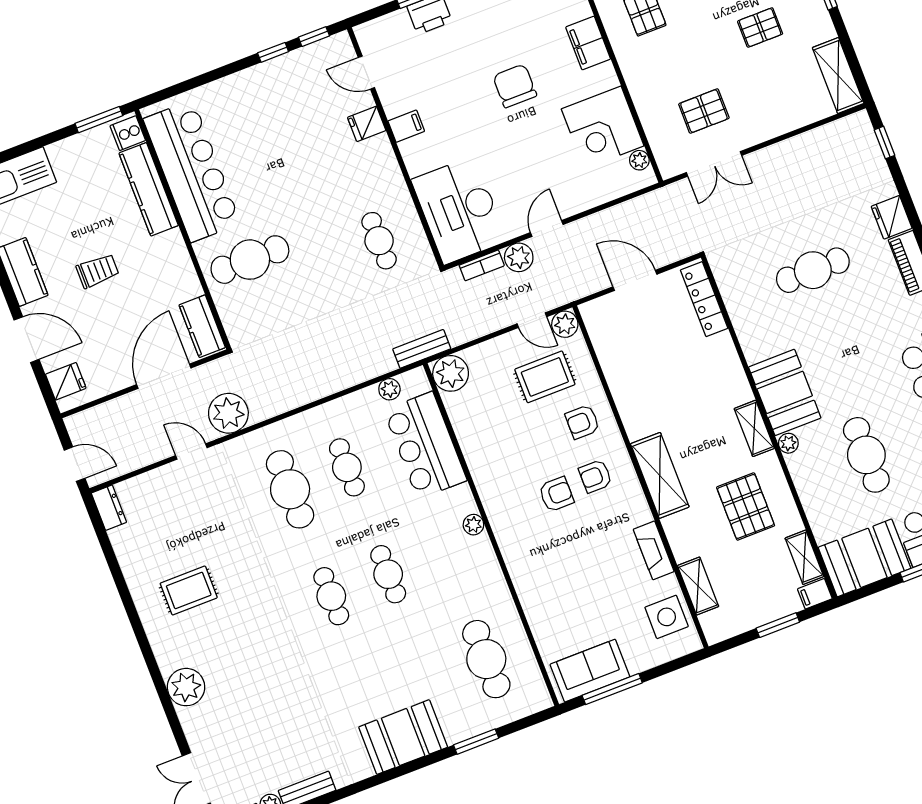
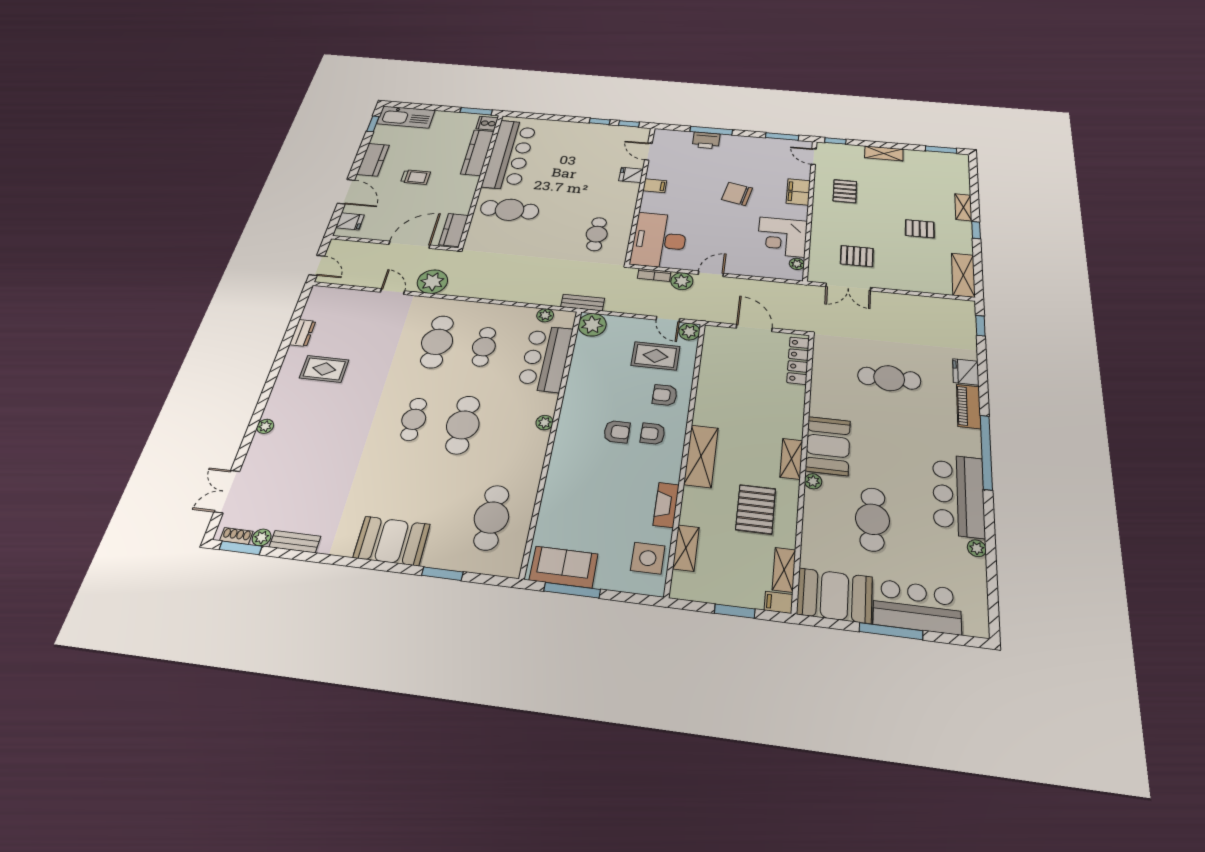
chair: (515, 86) -> (737, 194), turned -78
dresser: (109, 508) -> (303, 333), moved
cafe table: (388, 574) -> (463, 425), width x1.37, depth x1.35
plant: (186, 687) -> (265, 426), width x0.53, depth x0.53

